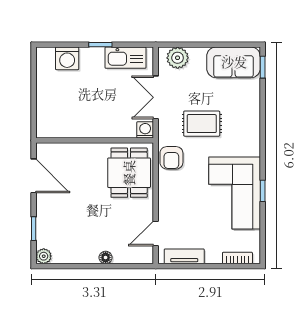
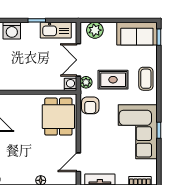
coffee table: (245, 122) -> (146, 79), added
plant: (166, 127) -> (86, 82), added

